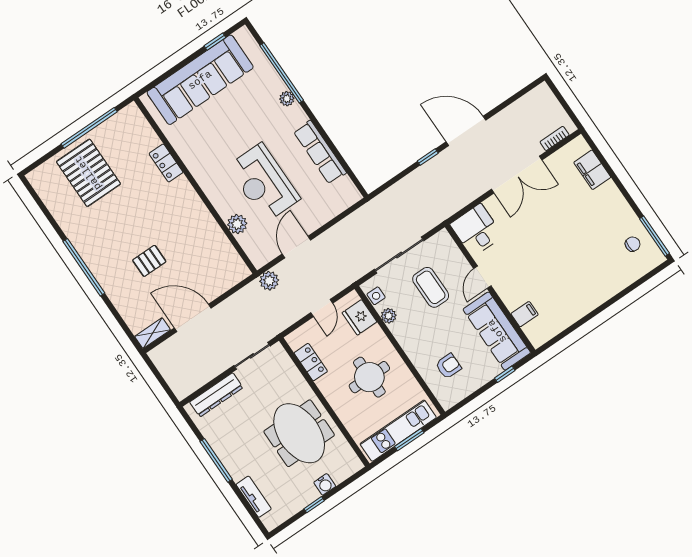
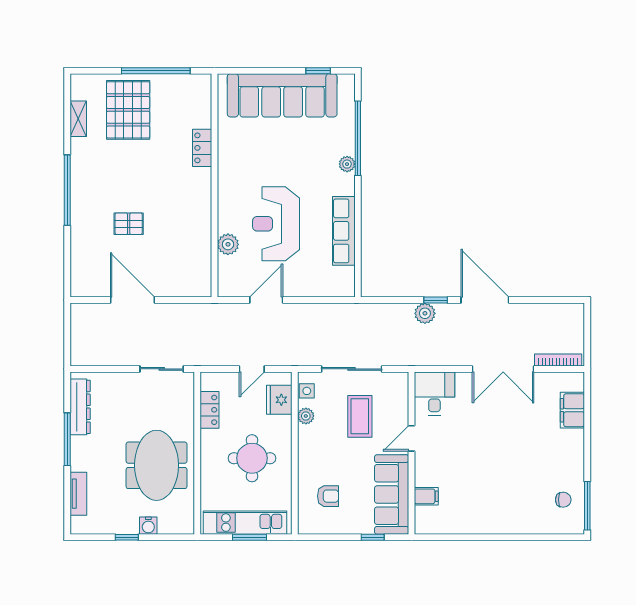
bookcase: (555, 138) -> (558, 360), width x1.56
plant: (269, 281) -> (425, 313), moved
shelving: (153, 333) -> (78, 119), moved, turned 90
dresser: (216, 395) -> (80, 407), moved, turned -90

